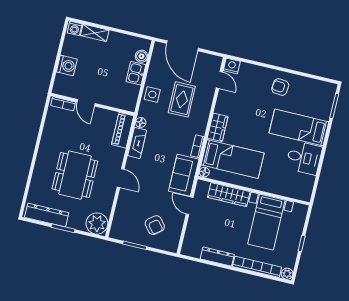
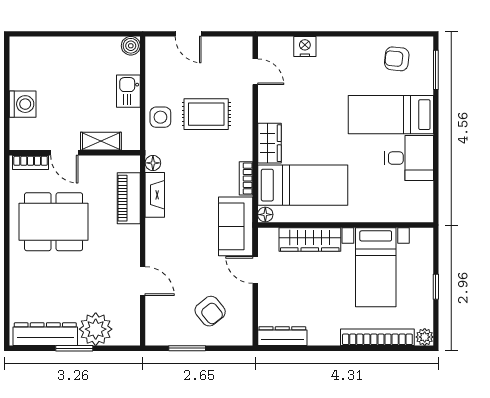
washing machine: (75, 28) -> (21, 46), removed
shelving: (95, 33) -> (101, 141), moved
door: (182, 46) -> (188, 34), width x0.53
boiler: (142, 56) -> (131, 46), moved
nightstand: (232, 66) -> (305, 47), moved
armchair: (280, 87) -> (397, 59), moved
rug: (182, 99) -> (206, 114), turned 90
piano: (123, 130) -> (129, 198), moved
dining table: (75, 175) -> (54, 222), moved, turned 90
door: (121, 178) -> (143, 281), moved
plant: (97, 224) -> (96, 329), moved
dresser: (217, 257) -> (282, 336), moved

